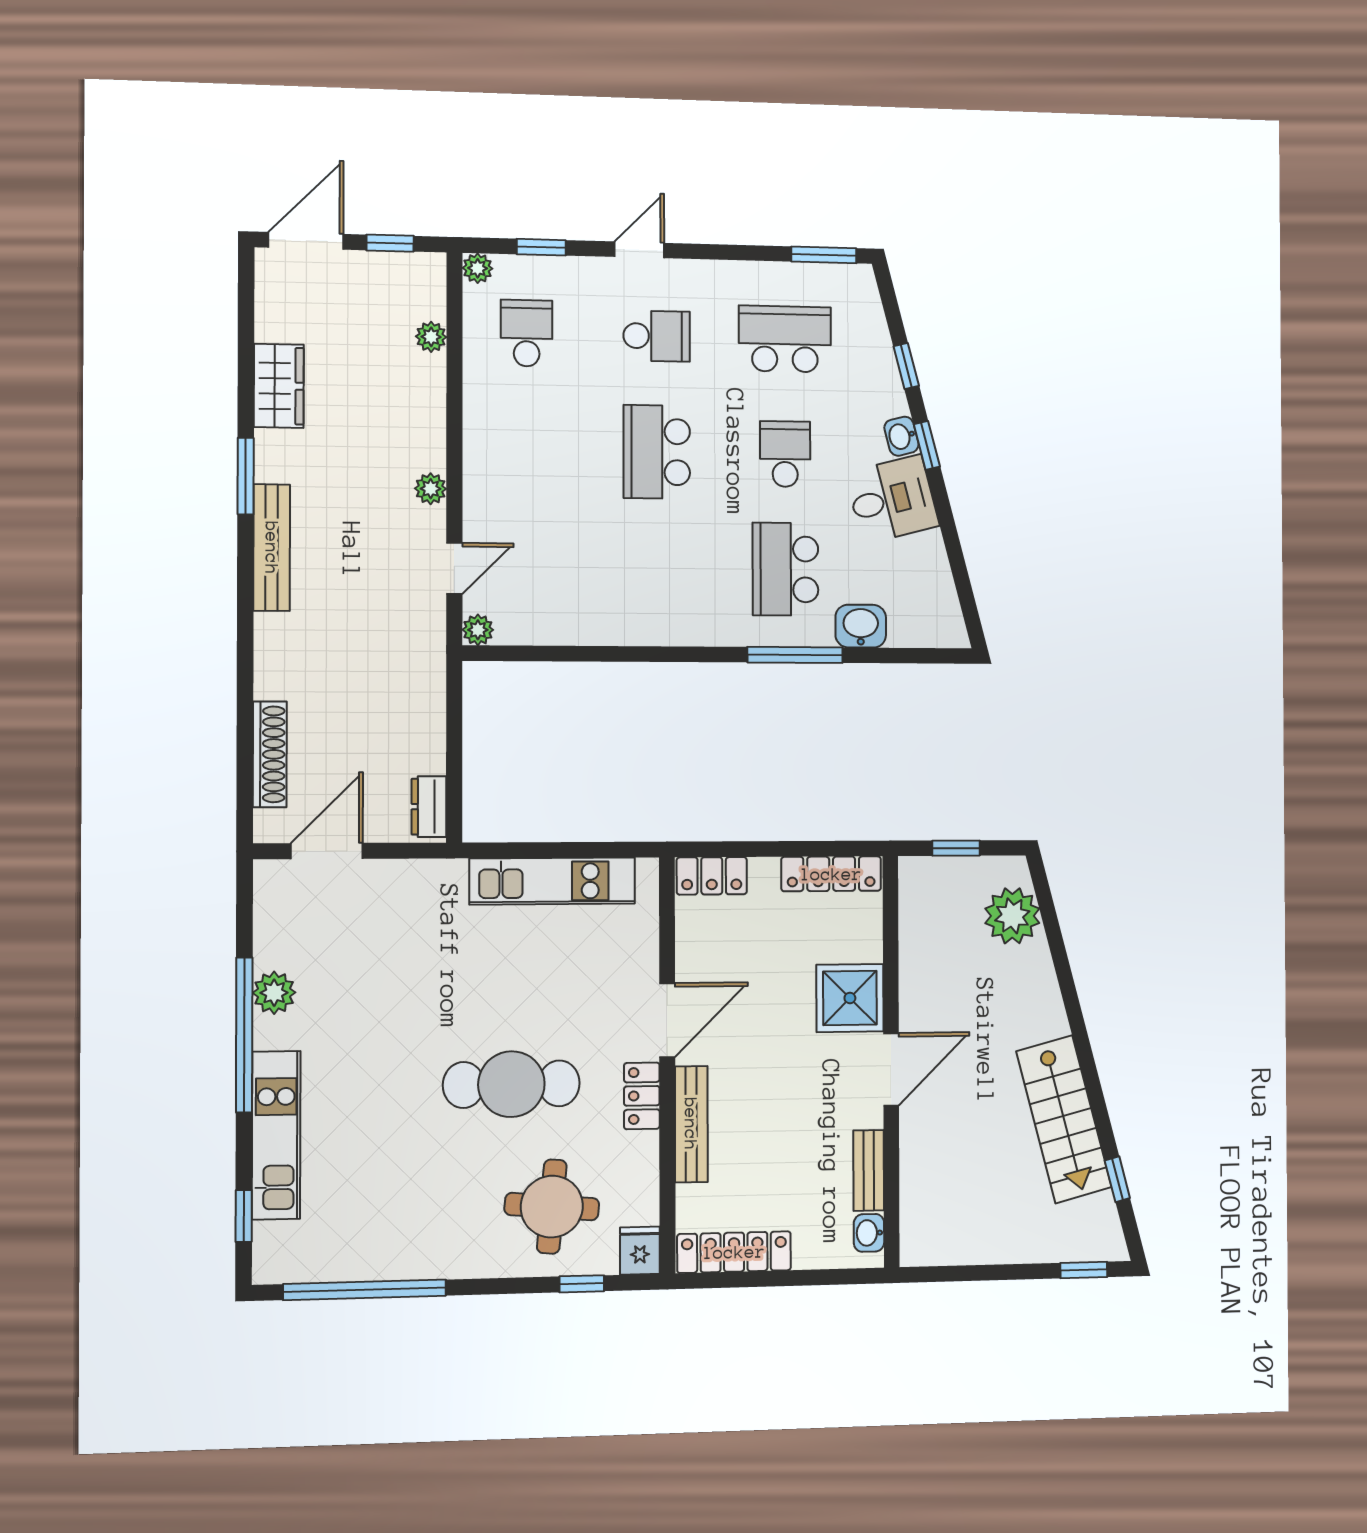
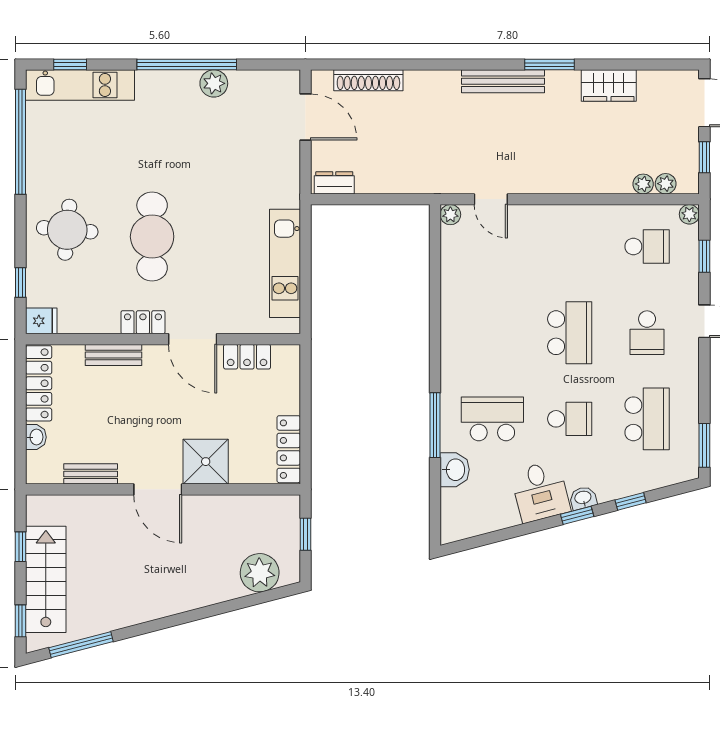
school desk: (657, 452) -> (570, 333), turned 90
plant: (431, 489) -> (666, 184), moved
locker: (712, 876) -> (247, 357), moved, turned -90
stairs: (1064, 1119) -> (46, 579), moved, turned 105
bench: (691, 1124) -> (113, 355), width x0.73
kitchen unit: (276, 1135) -> (80, 85), moved
window: (1117, 1179) -> (81, 645), width x2.17
round table: (552, 1207) -> (67, 230), moved
washbasin: (869, 1233) -> (36, 437), moved, turned 90
window: (976, 1273) -> (21, 547), added

